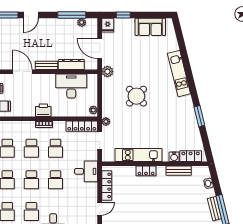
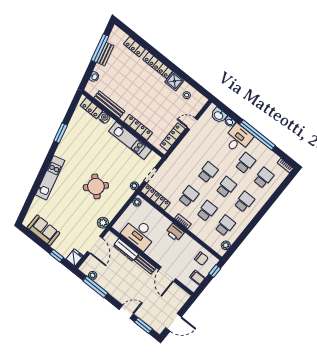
desk: (86, 171) -> (180, 160), removed
locker: (146, 171) -> (138, 127), width x1.53
bench: (179, 171) -> (109, 104), width x1.36

